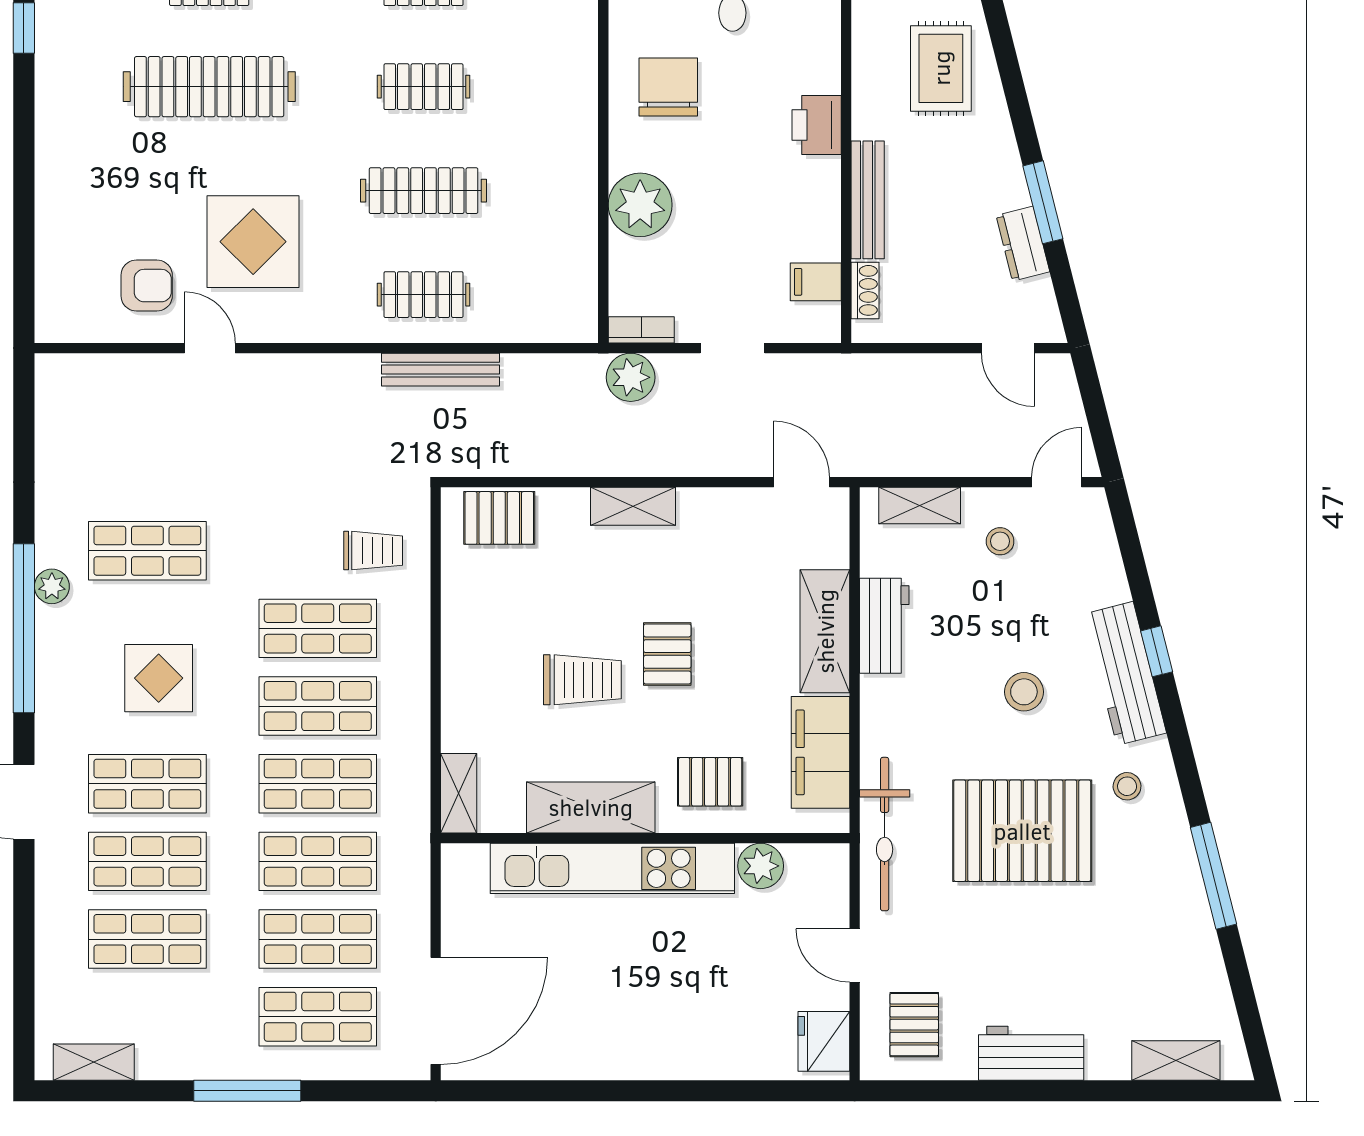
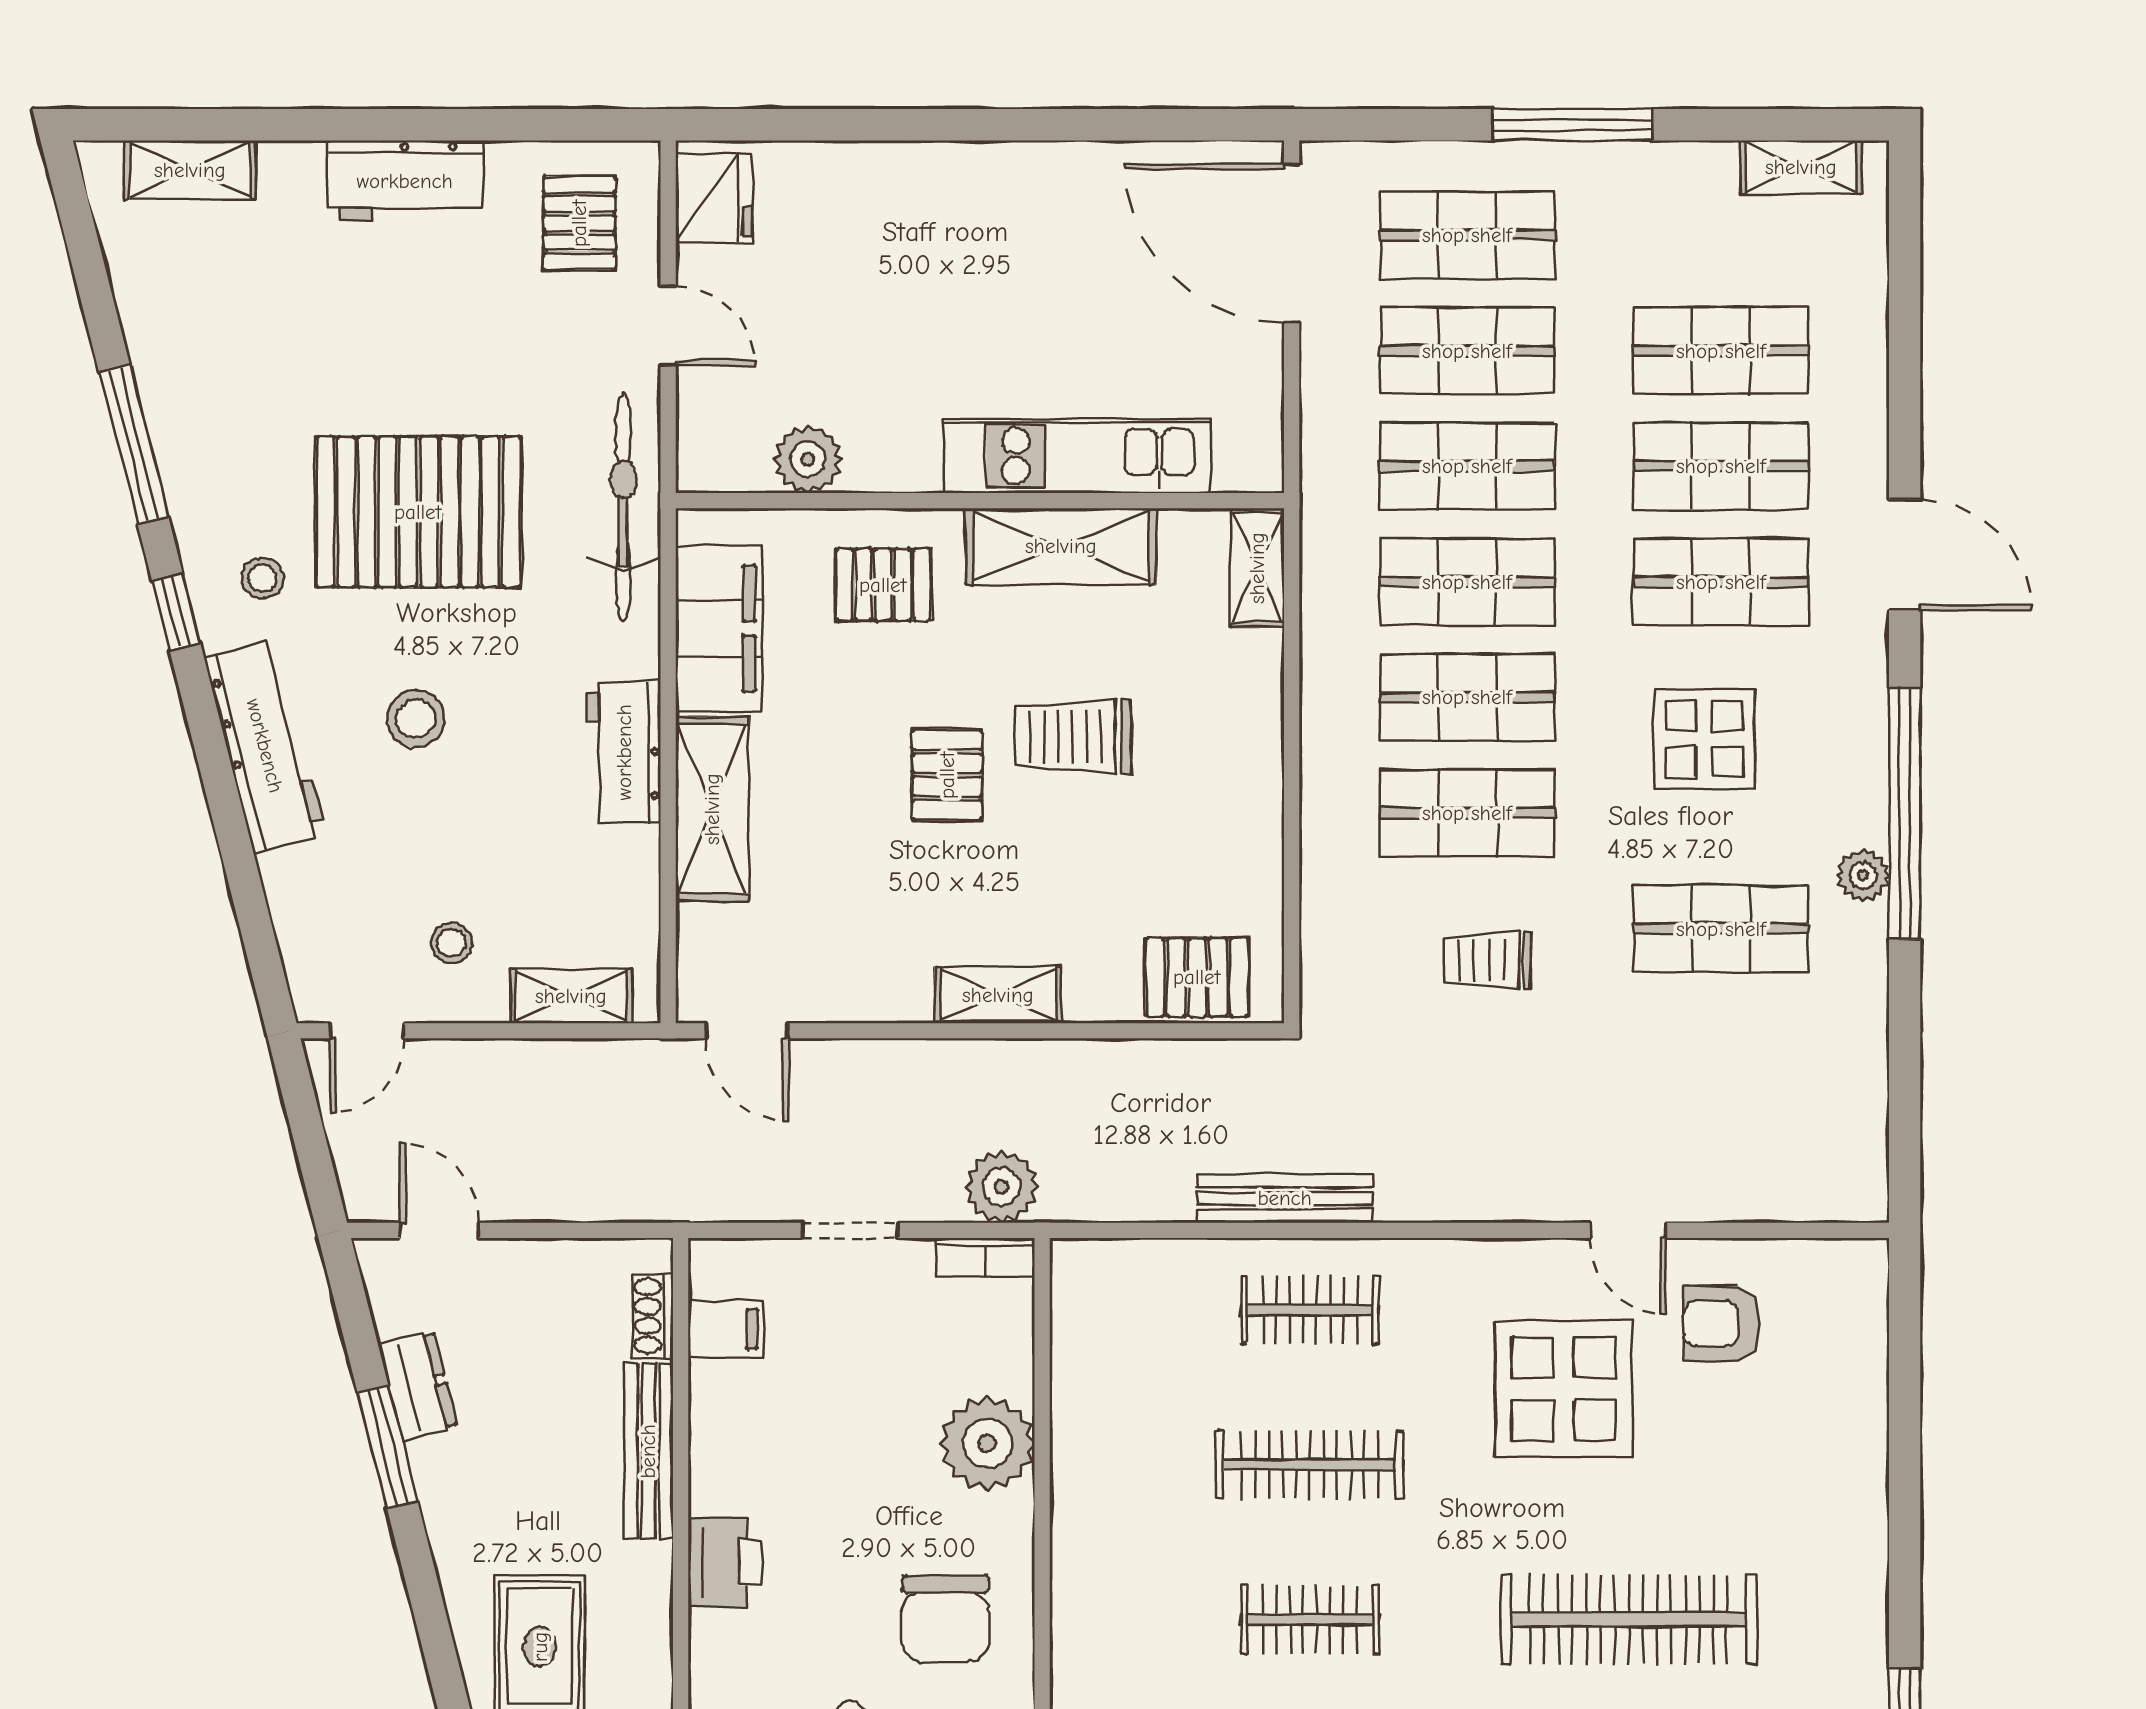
trolley: (373, 551) -> (1488, 960), moved
workbench: (884, 626) -> (624, 752), moved
window: (1157, 651) -> (176, 612), moved
kitchen unit: (612, 868) -> (1077, 456), width x0.73
door: (436, 1011) -> (1292, 243), hinge flipped

